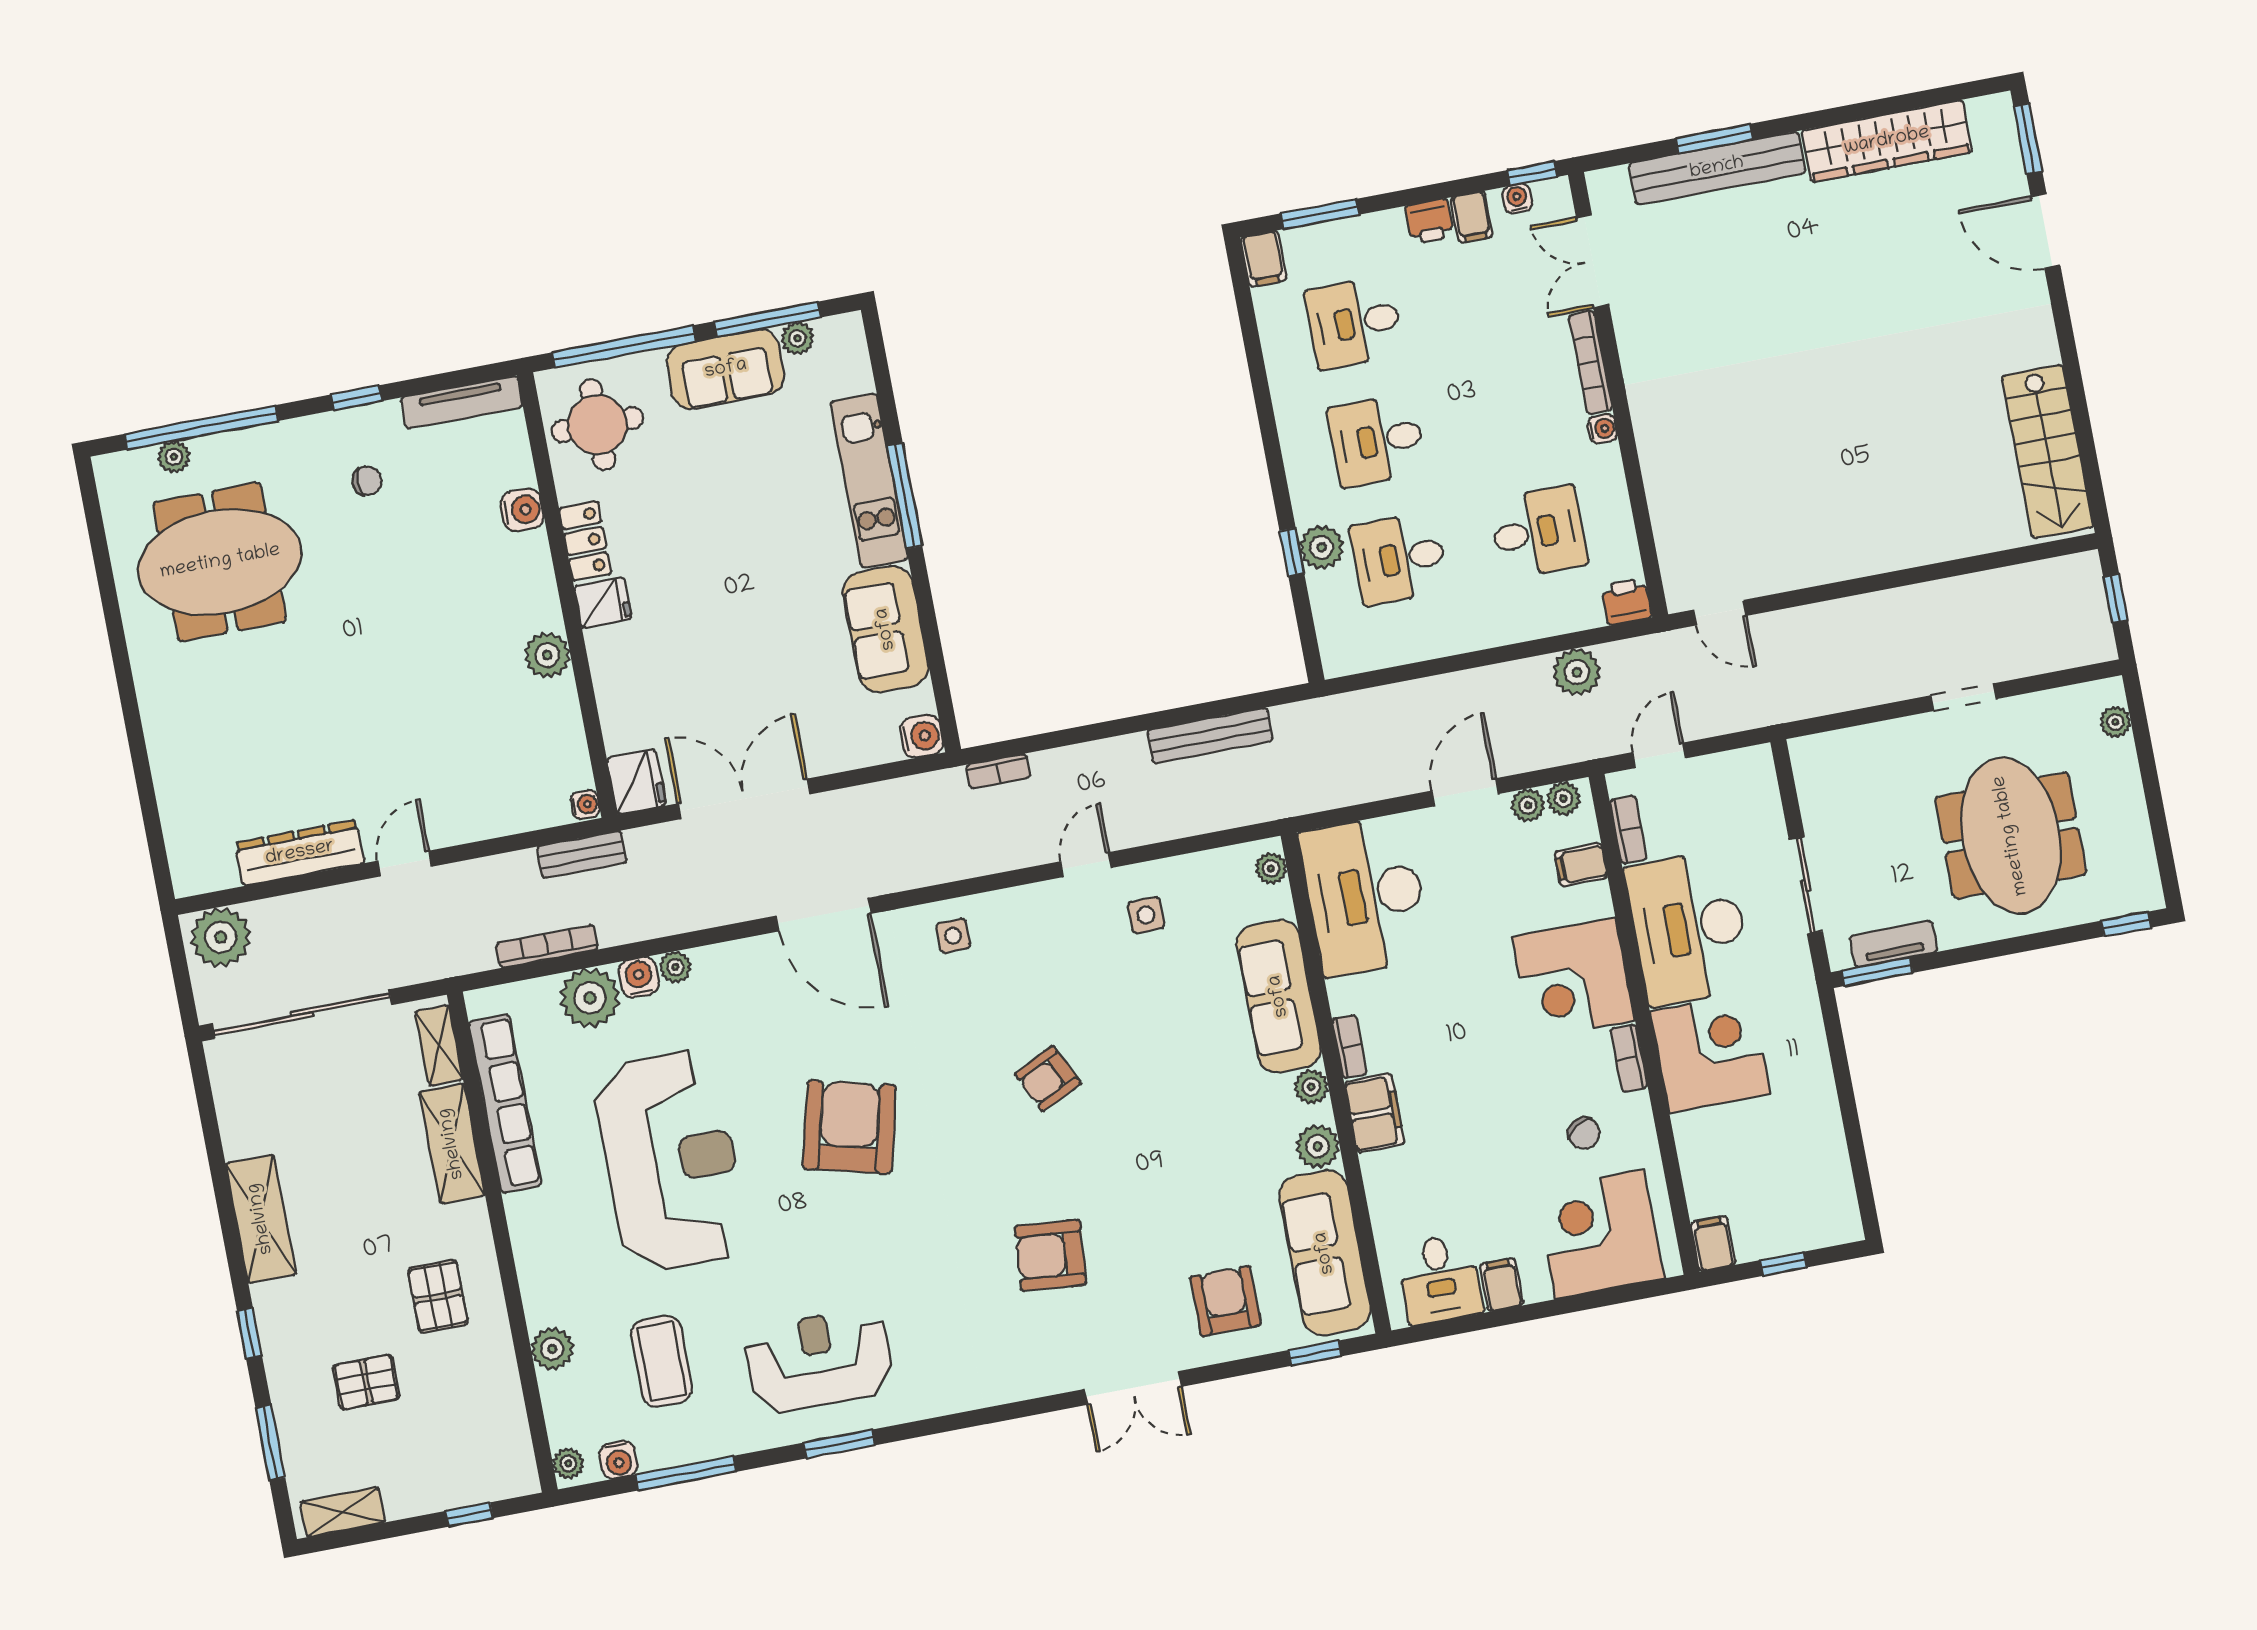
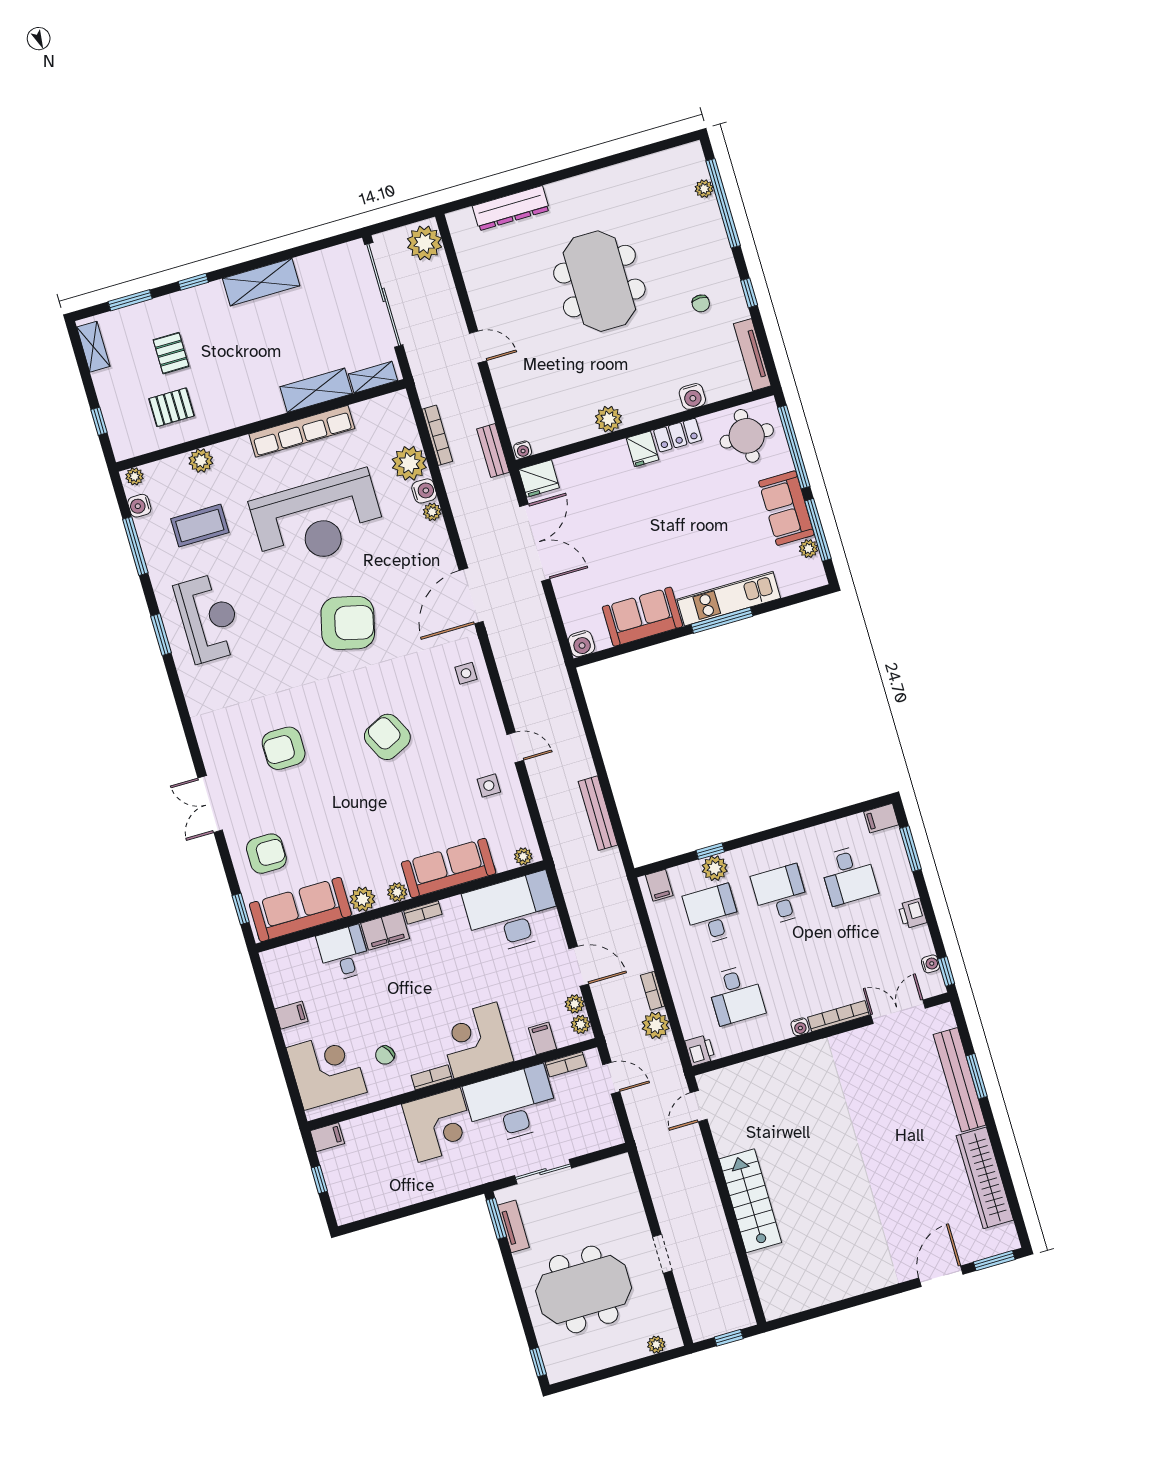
filing cabinet: (1472, 217) -> (659, 885), moved, turned -90
desk: (1354, 323) -> (849, 875), turned 180
stairs: (2047, 452) -> (750, 1201), moved, turned 90
meeting table: (220, 562) -> (599, 281), moved
bookcase: (998, 771) -> (652, 991), moved
dresser: (300, 853) -> (511, 208), moved, turned 90
armchair: (1048, 1079) -> (387, 737), width x1.38, depth x1.38
row of seats: (505, 1104) -> (302, 431), moved
armchair: (1050, 1255) -> (284, 748), turned -95
desk: (1440, 1279) -> (344, 953), moved, turned 90
pallet: (438, 1296) -> (172, 407), moved

